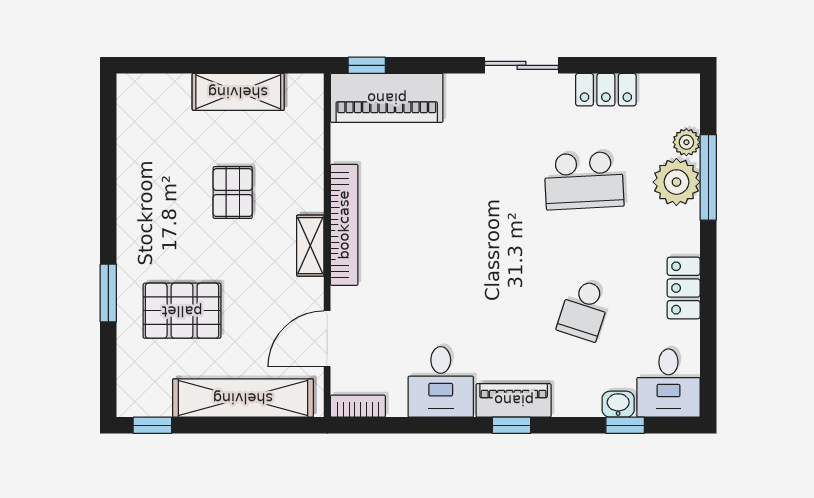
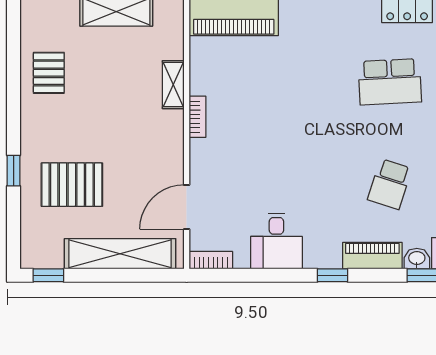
pallet: (233, 193) -> (49, 73), moved
bookcase: (344, 225) -> (198, 117), width x0.43, depth x0.76
shelving: (310, 246) -> (173, 85), moved
window: (108, 293) -> (14, 171), width x0.67
piano: (514, 400) -> (372, 256), moved

